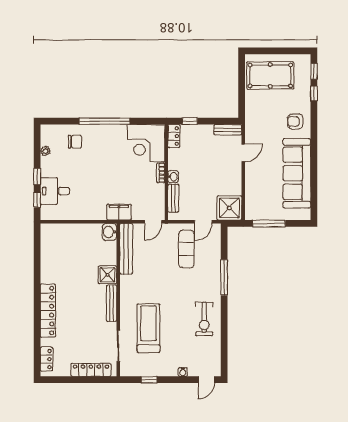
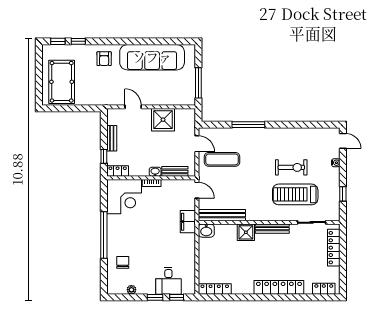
bench: (228, 130) -> (112, 138), moved
shower: (229, 208) -> (163, 120), moved
locker: (46, 241) -> (215, 289), added
exercise bike: (204, 319) -> (291, 167), moved

